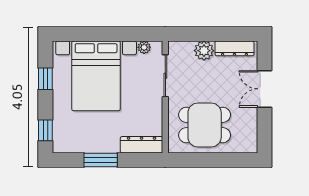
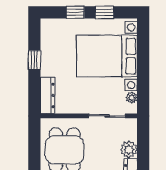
window: (45, 130) -> (75, 12), moved
window: (101, 160) -> (34, 60), width x0.67

